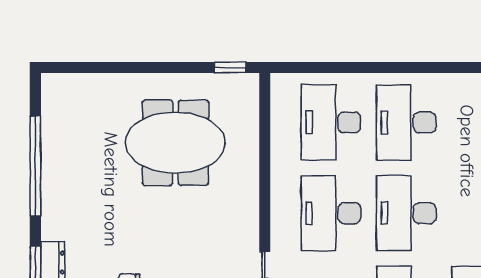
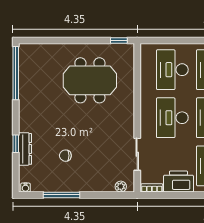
window: (35, 166) -> (16, 73), moved

